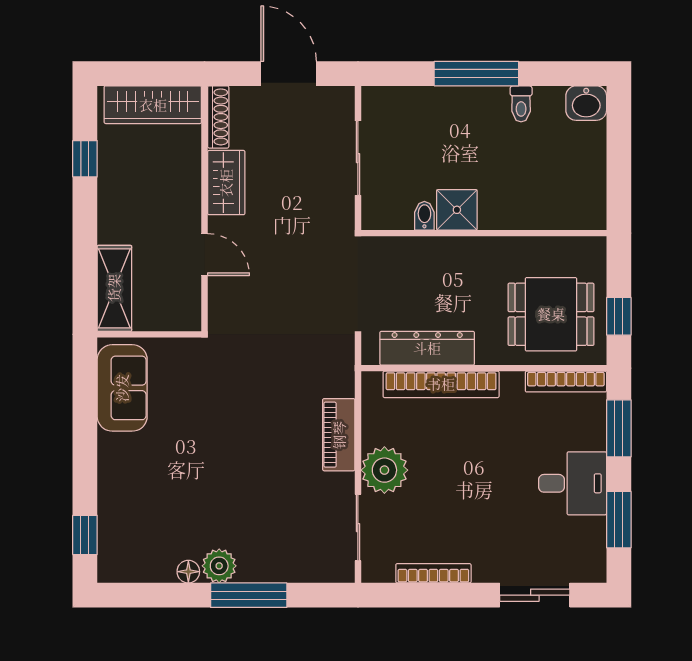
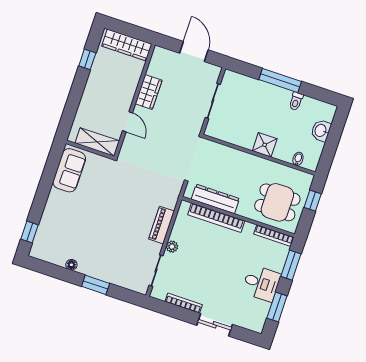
washbasin: (586, 103) -> (321, 131), moved, turned 90
shoe rack: (218, 117) -> (155, 61), removed
shower: (457, 210) -> (265, 145), moved
bidet: (424, 216) -> (298, 159), moved
shelving: (114, 288) -> (97, 142), moved, turned 90
window: (619, 316) -> (313, 201), moved
plant: (384, 470) -> (172, 247), width x0.53, depth x0.53
plant: (219, 566) -> (86, 267), removed
window: (249, 595) -> (96, 285), width x0.69
sliding door: (535, 595) -> (215, 325), moved

